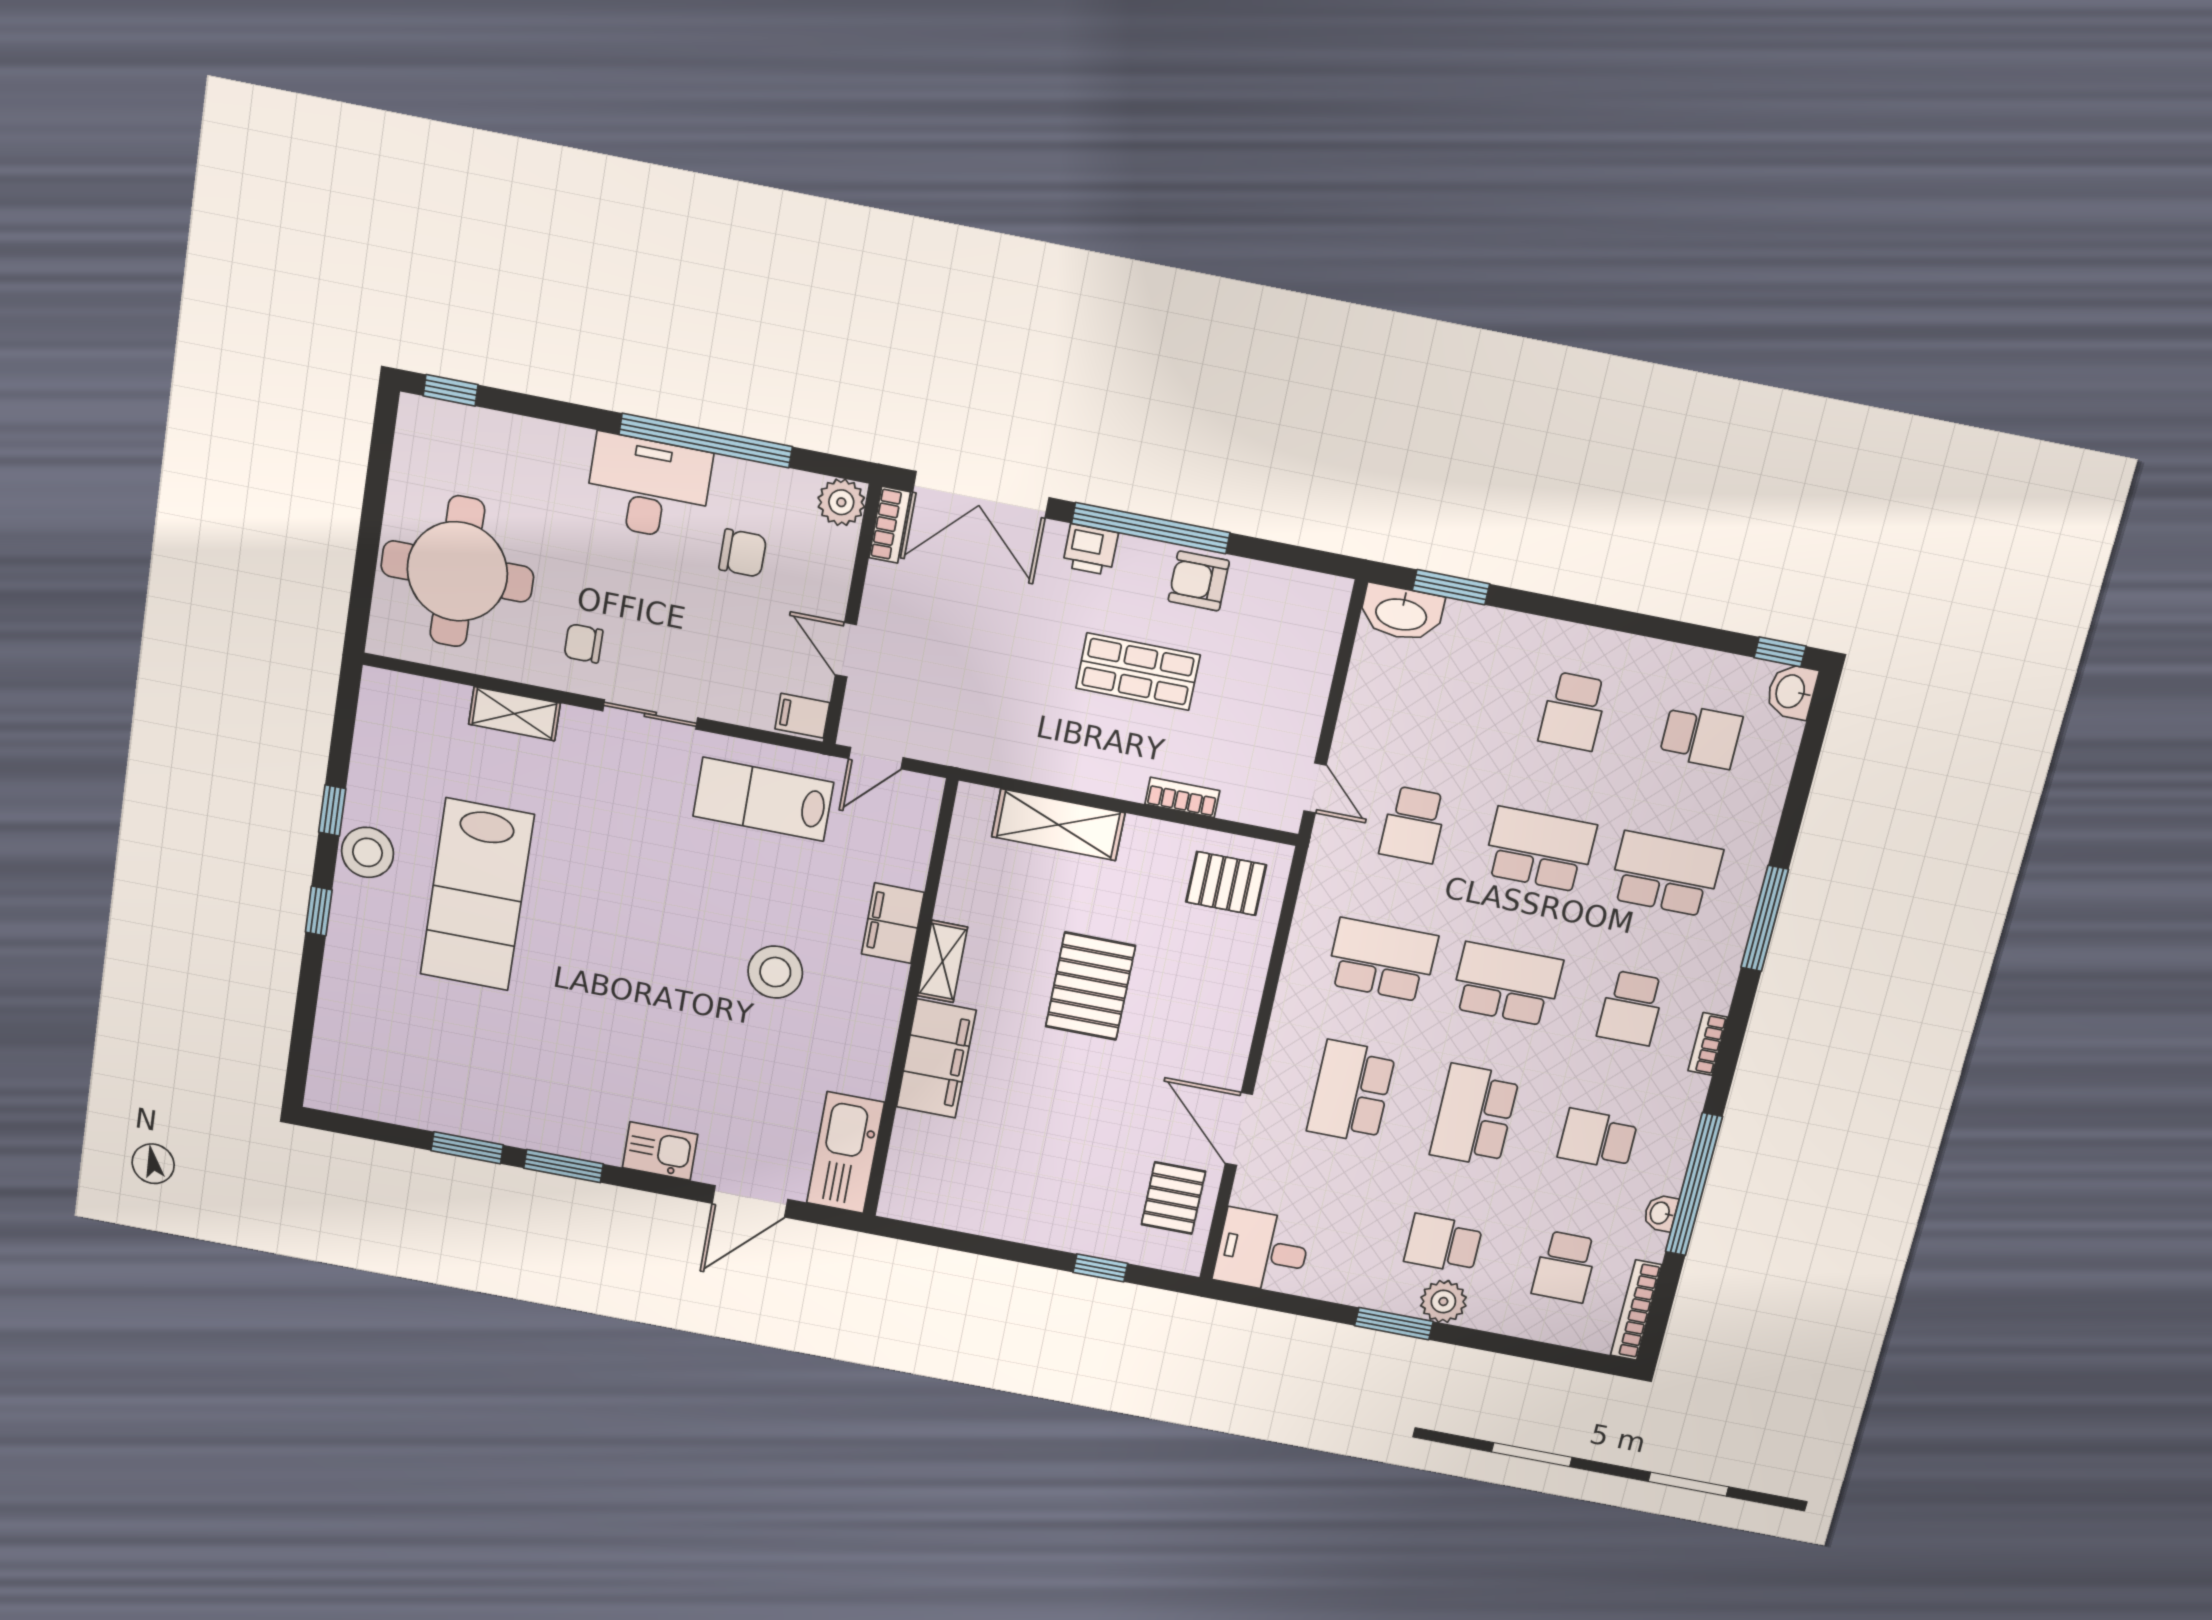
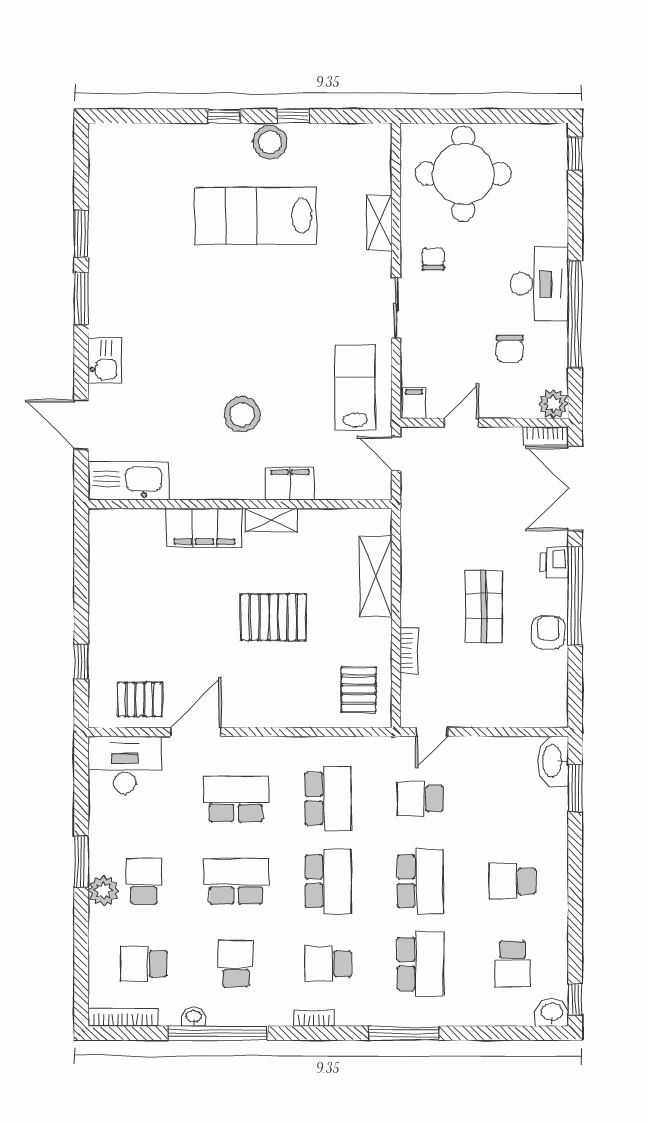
desk: (1262, 1251) -> (125, 765), width x1.37

